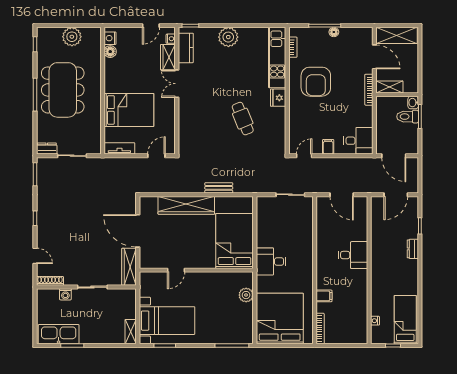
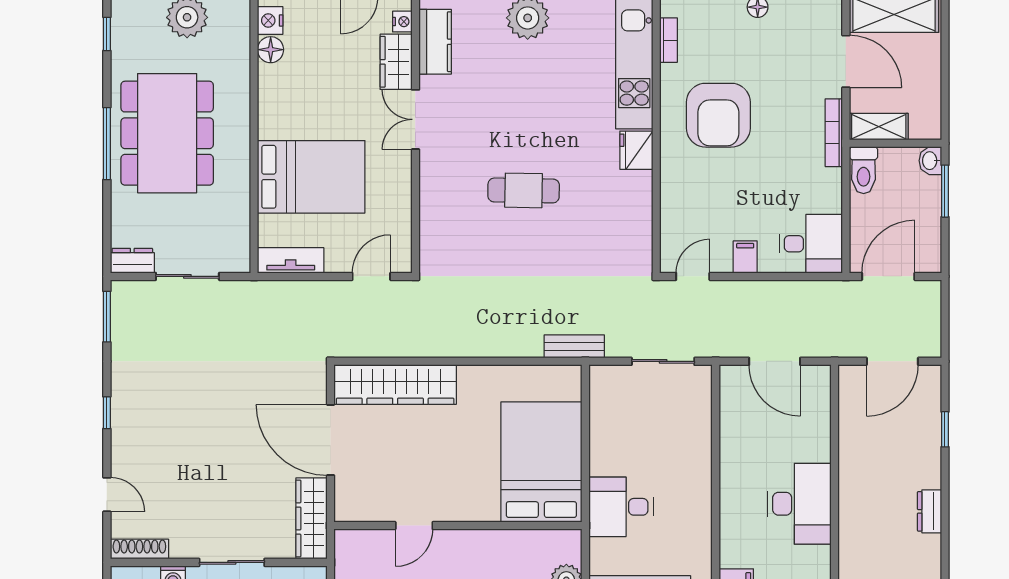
toilet: (408, 117) -> (864, 170), moved, turned -90
cafe table: (243, 119) -> (524, 190), moved, turned -67
door: (394, 156) -> (888, 276), swing flipped
bench: (219, 188) -> (574, 346), moved
wardrobe: (186, 205) -> (395, 385), moved
dresser: (413, 249) -> (930, 511), moved
desk: (353, 255) -> (799, 504), width x1.37

